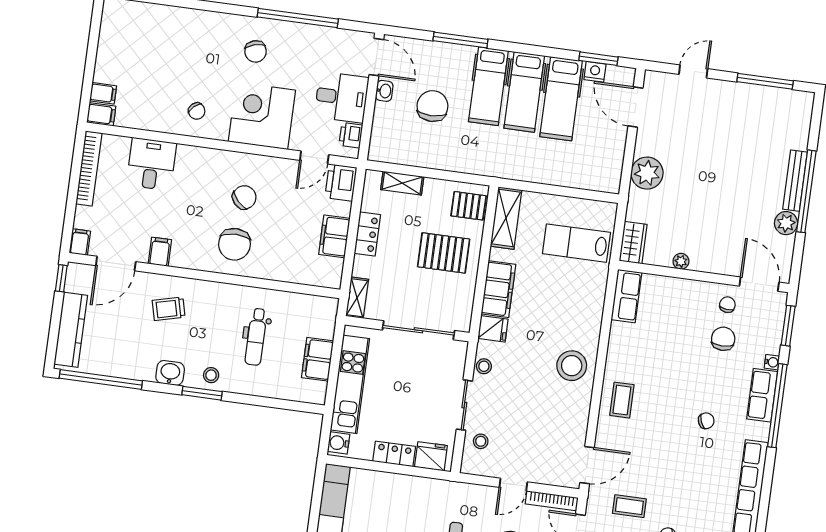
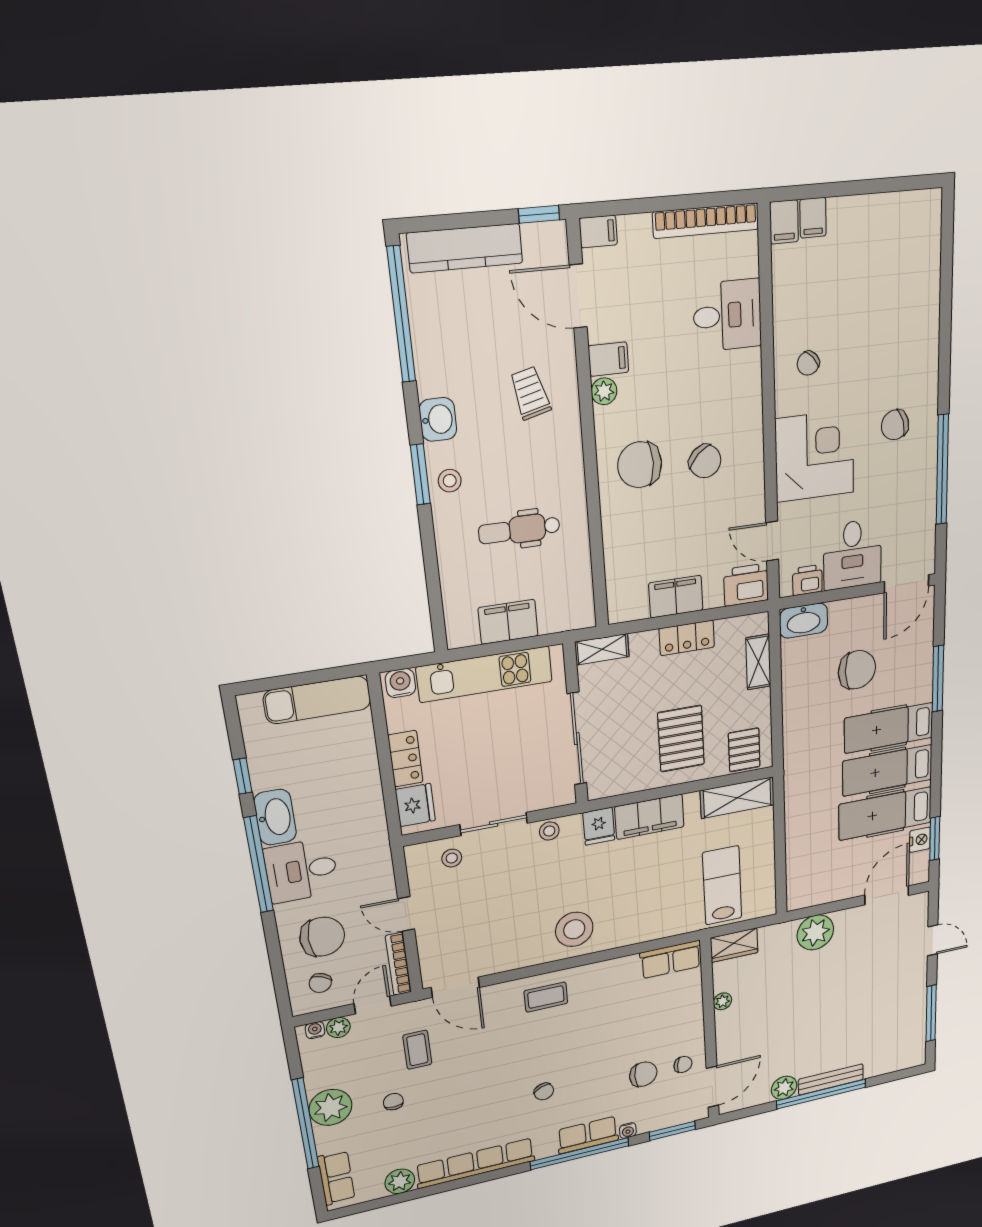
washbasin: (384, 91) -> (804, 621), moved, width x1.91, depth x1.45
plant: (180, 259) -> (604, 391), added

